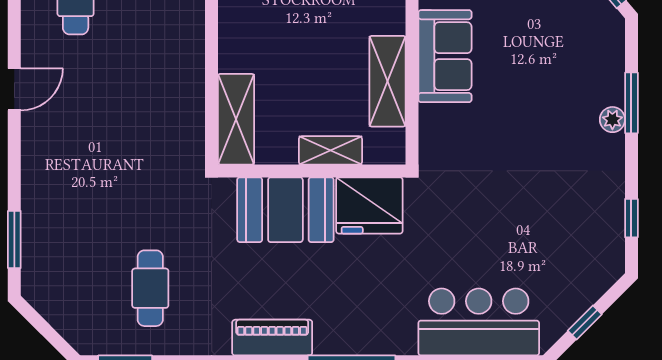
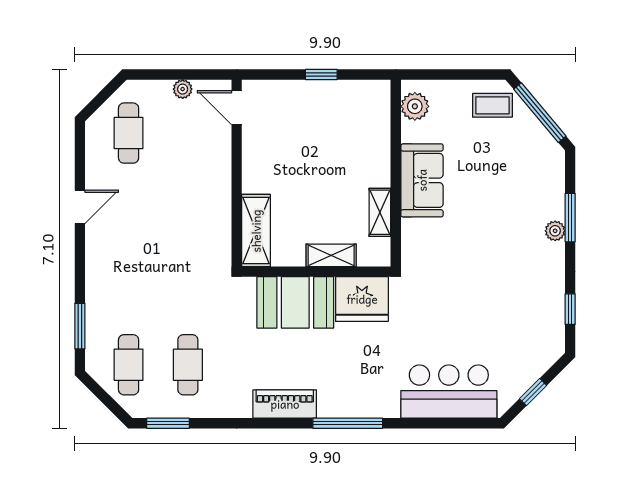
shelving: (387, 81) -> (380, 212), width x0.67, depth x0.75
cafe table: (76, 288) -> (129, 365), added

